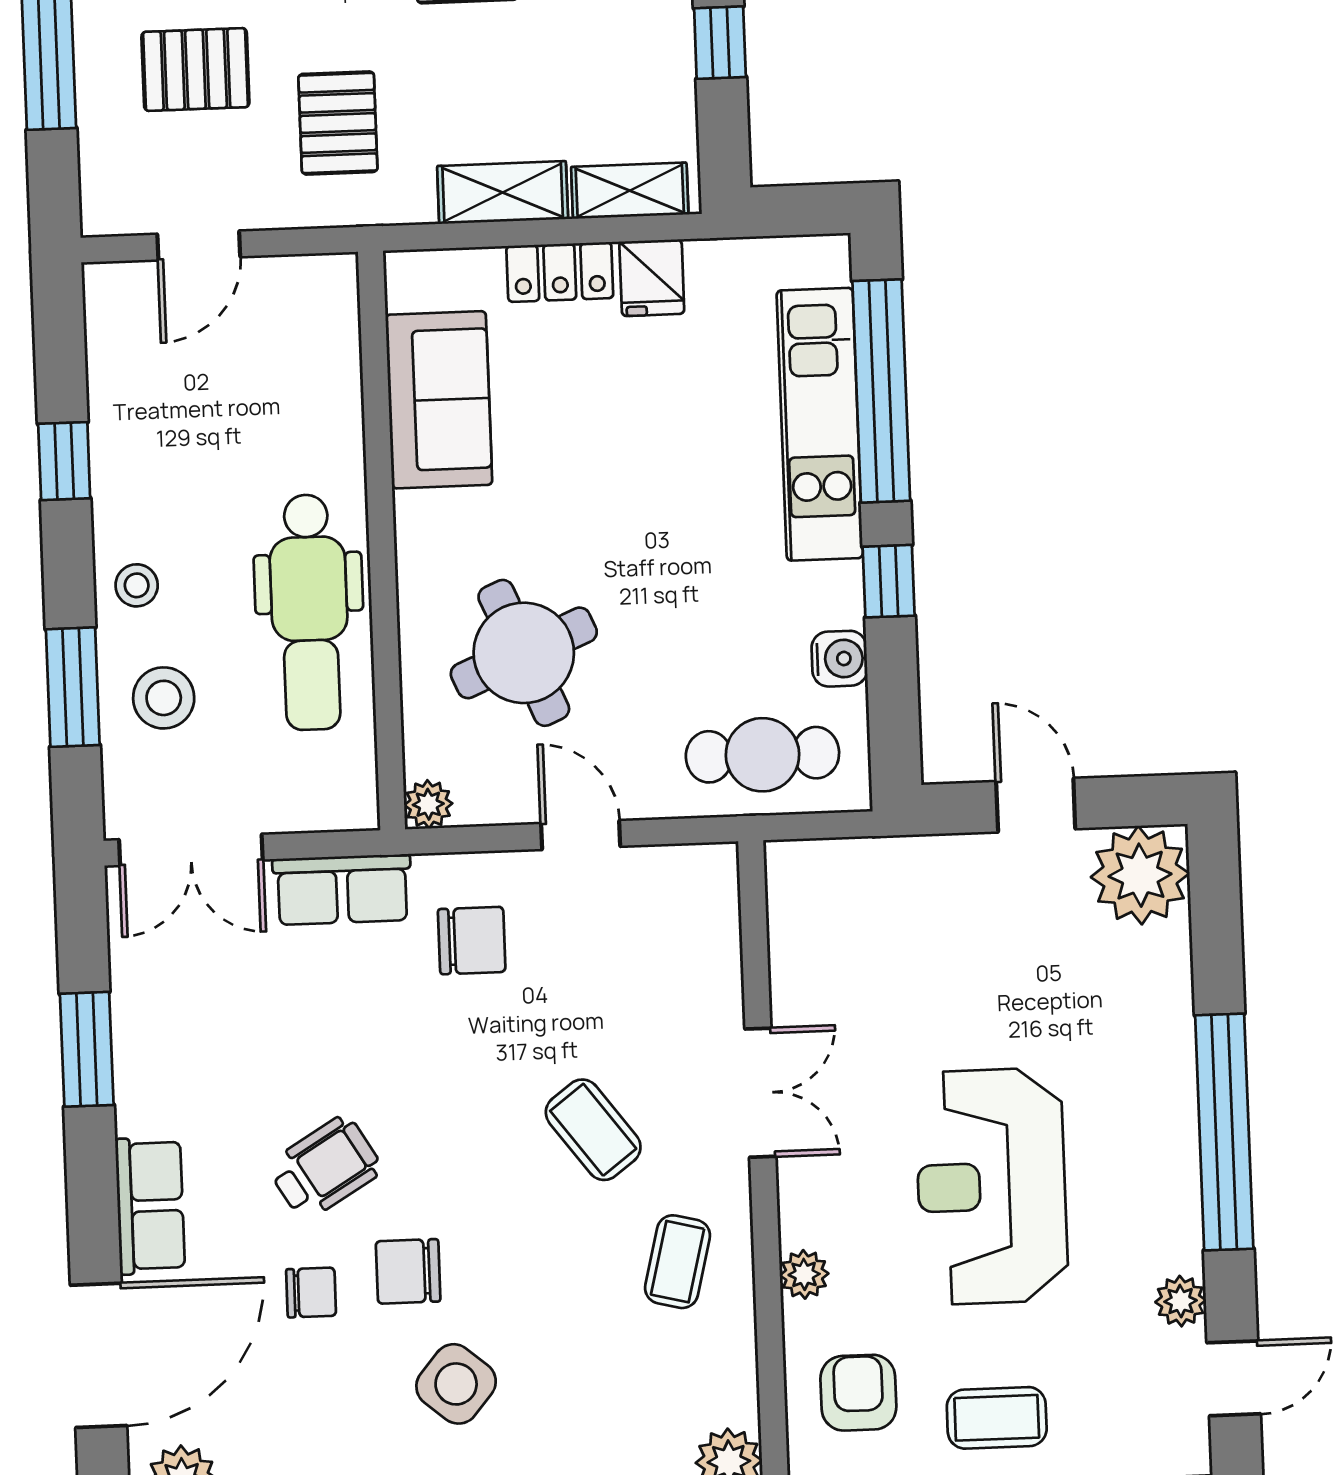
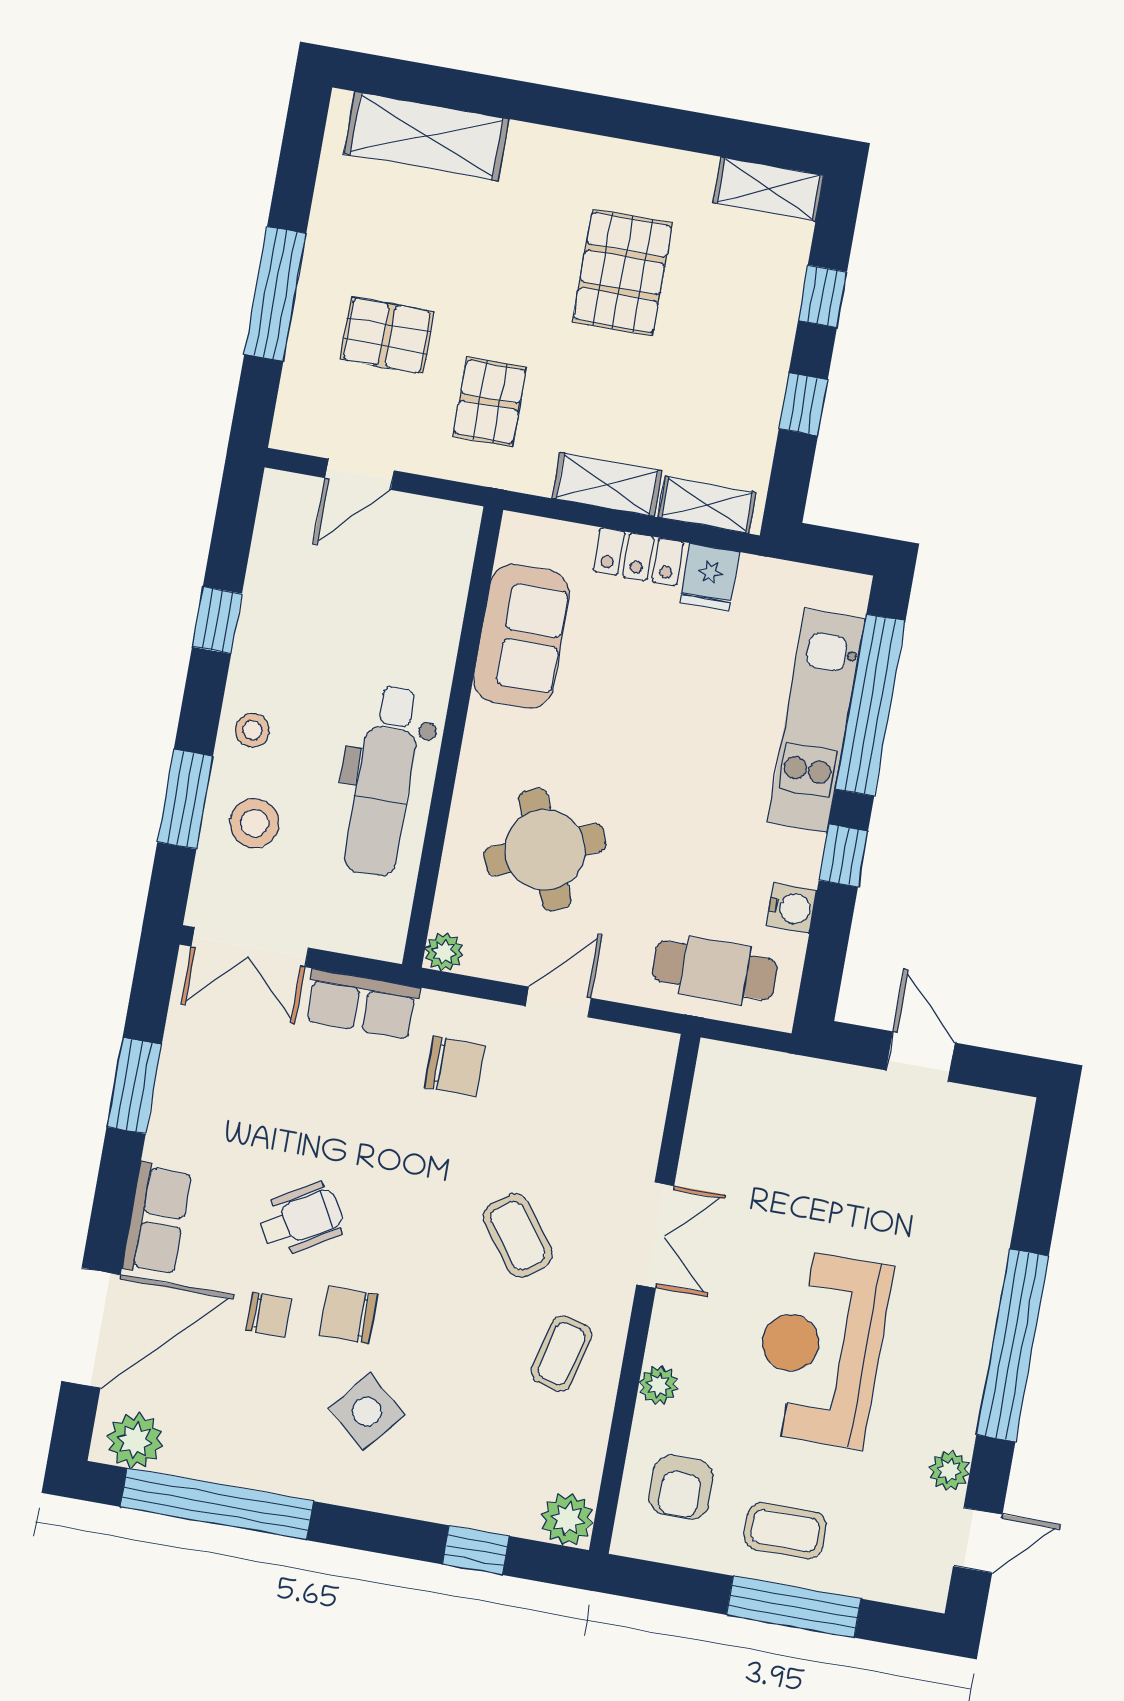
door: (581, 835) -> (558, 1002), hinge flipped
plant: (1140, 875) -> (990, 1129), removed
armchair: (858, 1393) -> (681, 1487), turned 180

